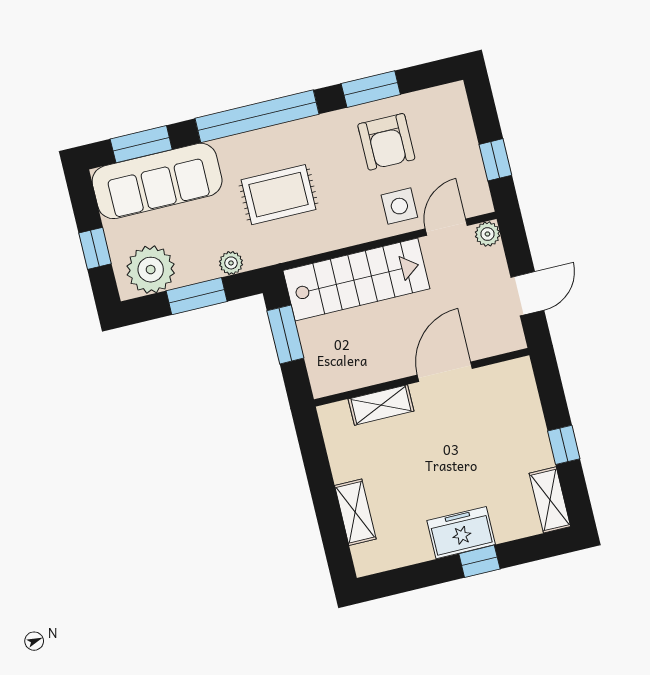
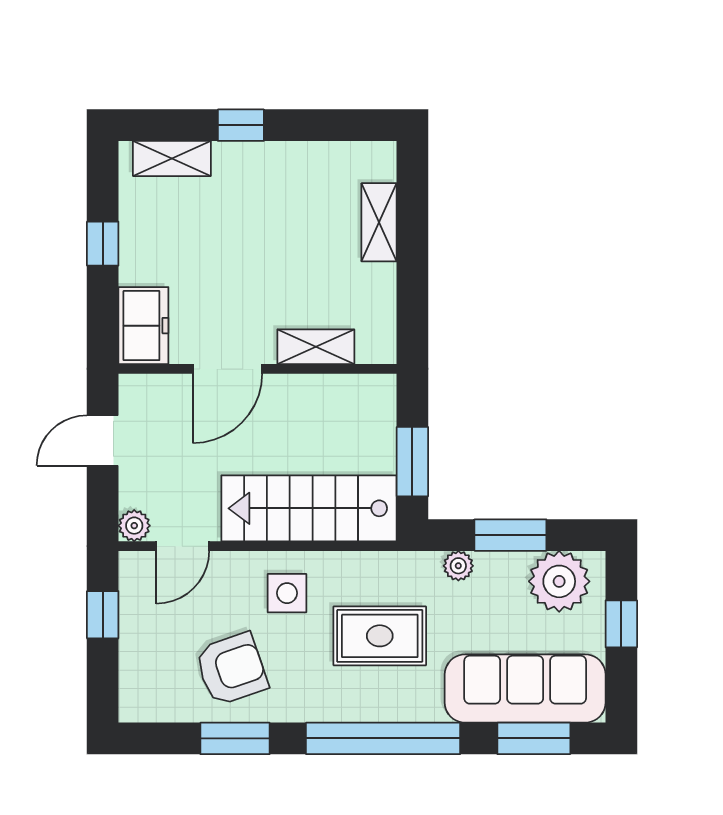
armchair: (386, 142) -> (231, 669), turned 71
side table: (399, 206) -> (287, 593), moved
shelving: (550, 500) -> (172, 159), moved, turned 90
freezer: (461, 533) -> (143, 326), moved, turned -90

